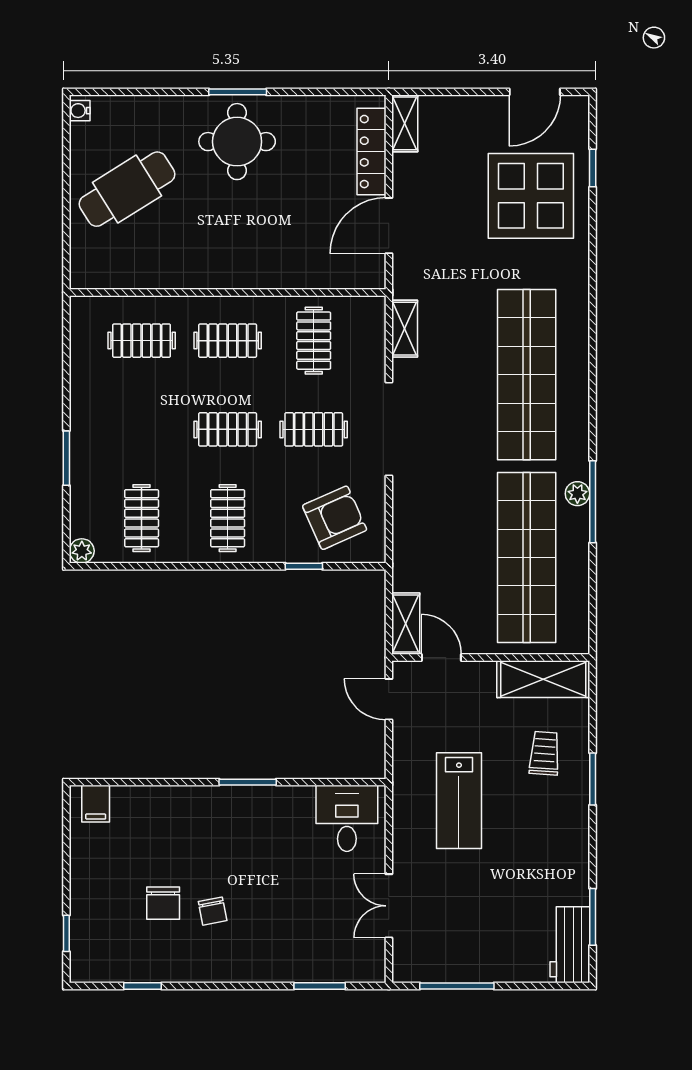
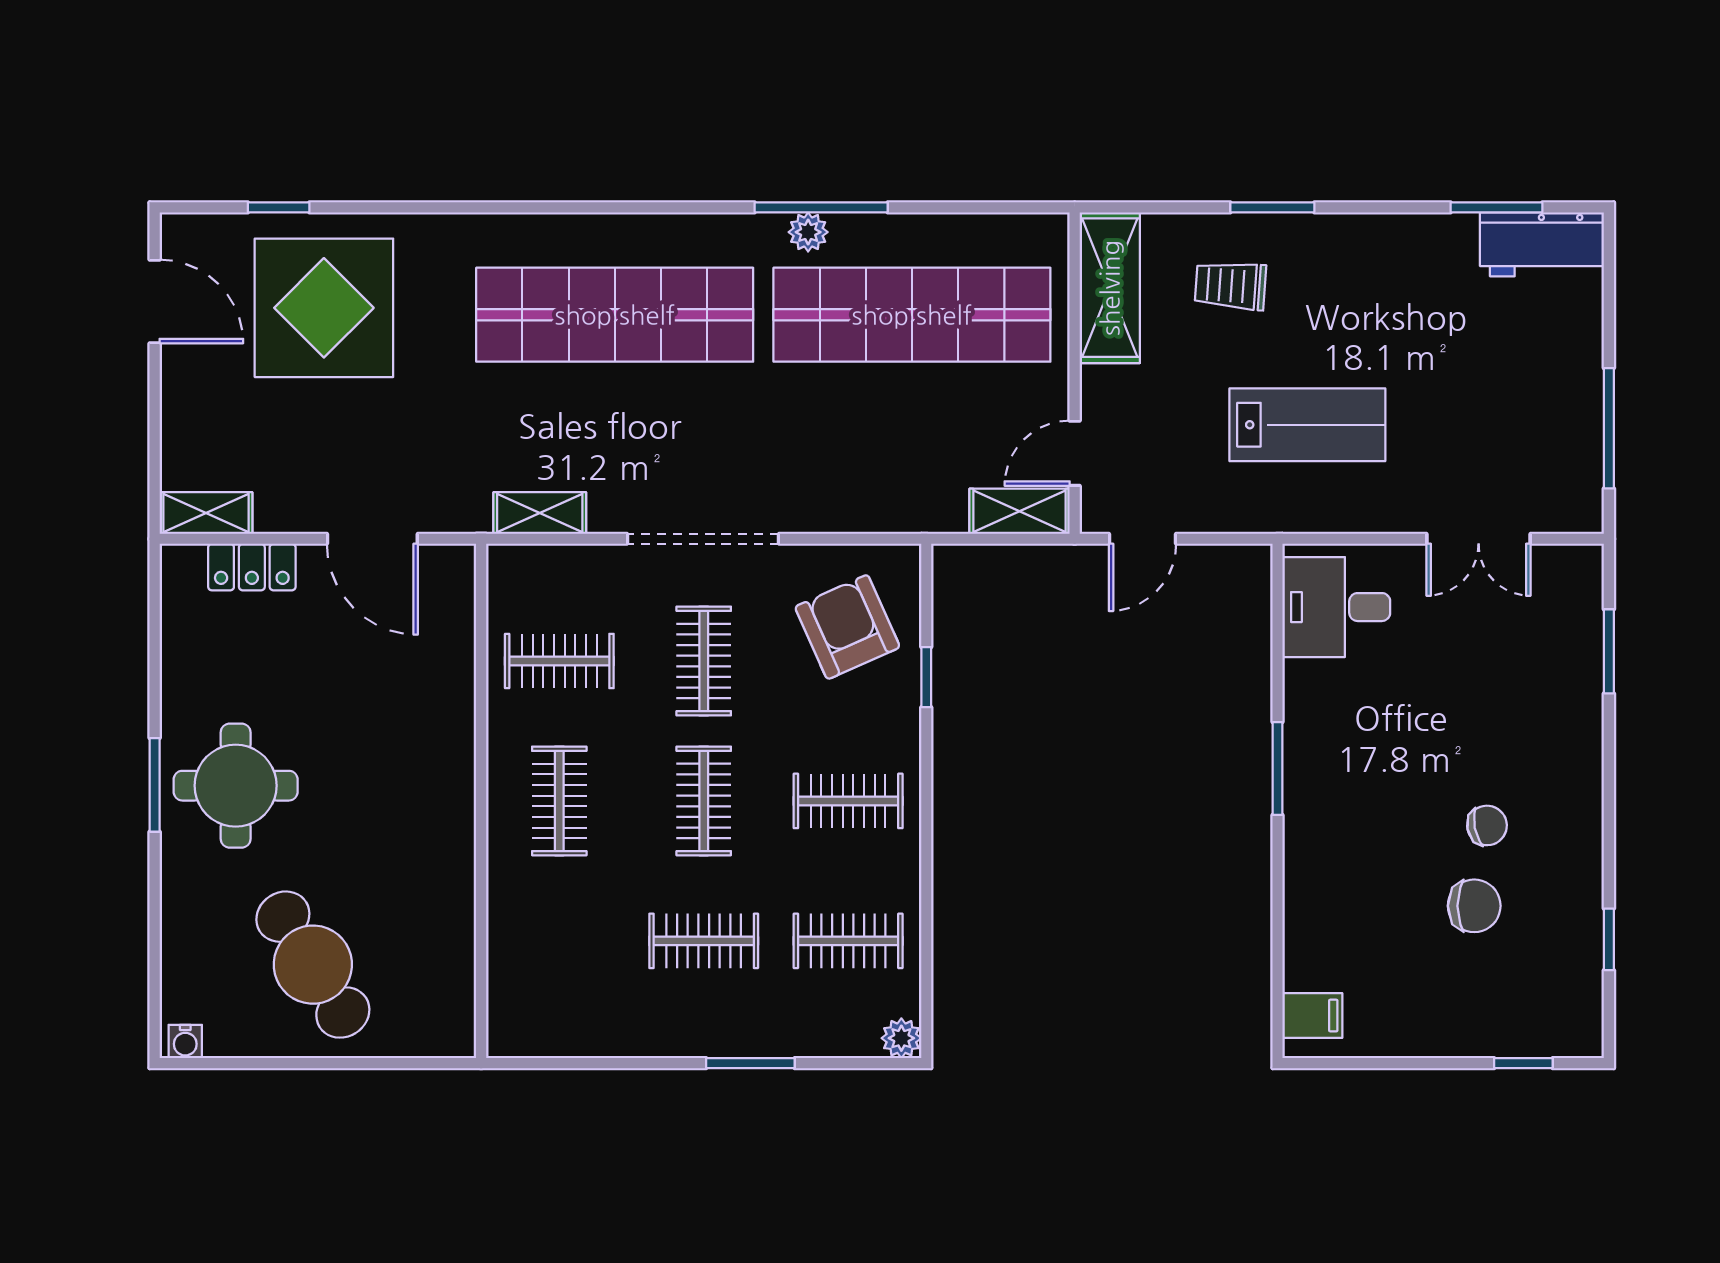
locker: (371, 152) -> (252, 567), width x0.66
clothes rail: (142, 341) -> (704, 941), moved, turned 90

